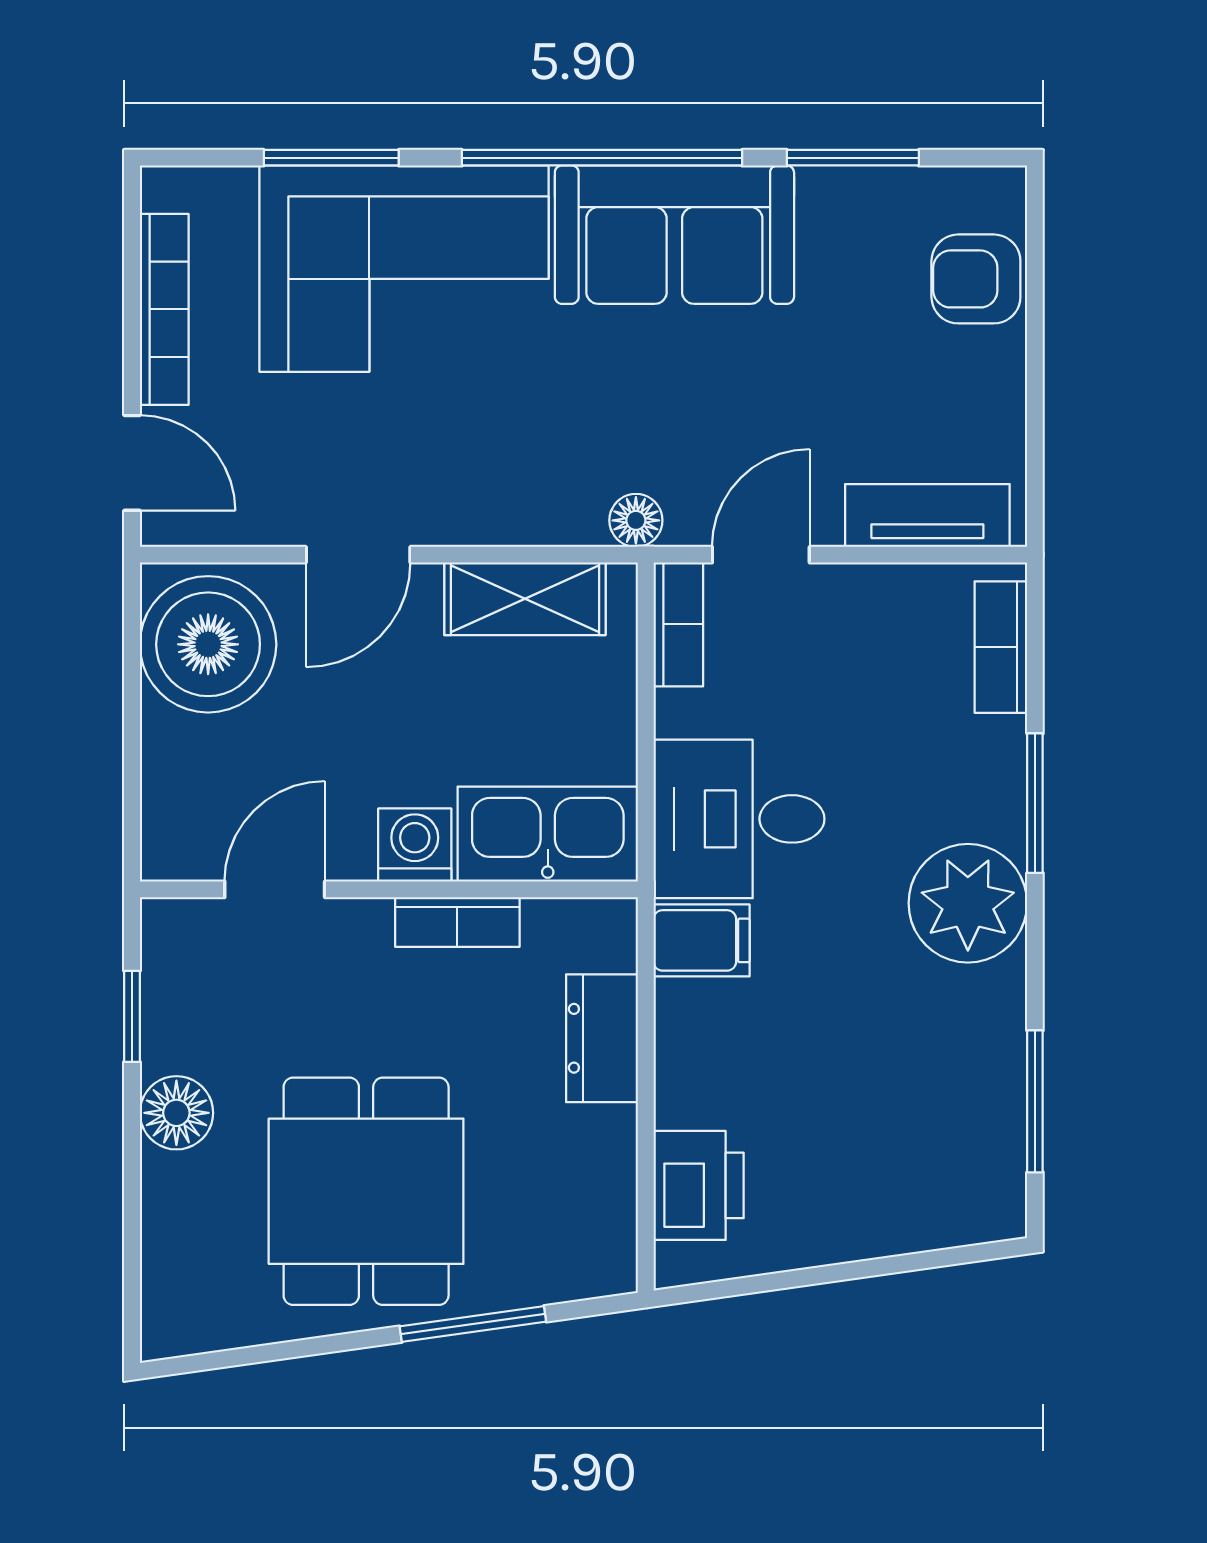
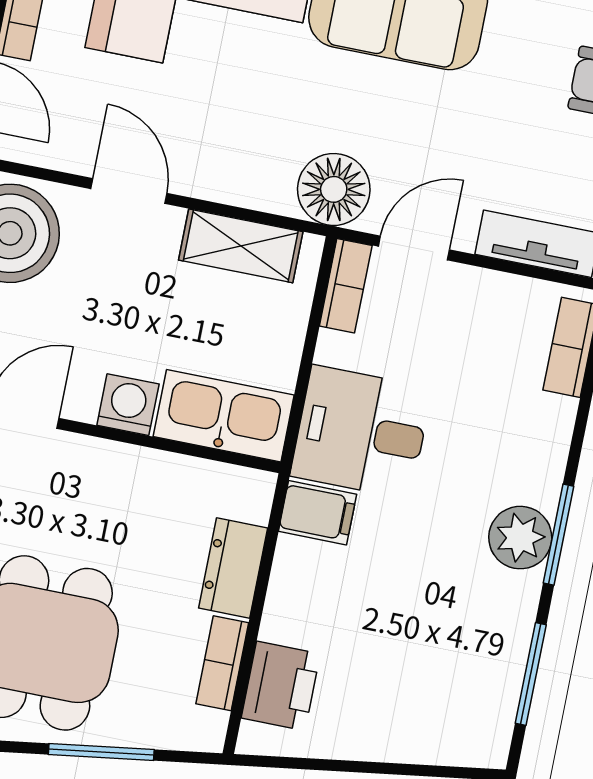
floor lamp: (636, 520) -> (334, 189), width x1.89, depth x1.89
door: (358, 555) -> (129, 191), swing flipped
window: (1035, 803) -> (559, 535), moved
plant: (968, 903) -> (520, 538), width x0.73, depth x0.73
bookcase: (457, 922) -> (222, 663), moved, turned 90

